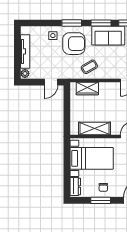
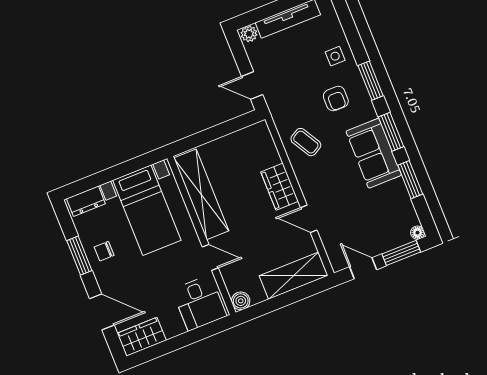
armchair: (74, 44) -> (336, 99), width x0.53, depth x0.53
wardrobe: (87, 88) -> (280, 187), moved
shelving: (94, 128) -> (201, 194), width x1.47

